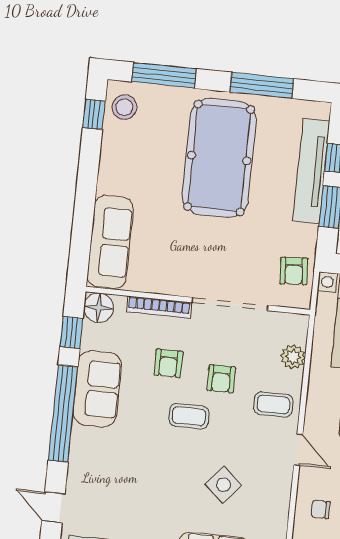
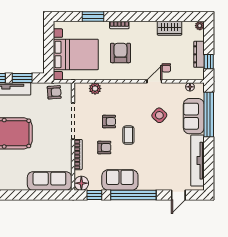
coffee table: (273, 404) -> (119, 95), removed
door: (298, 450) -> (154, 81), moved

